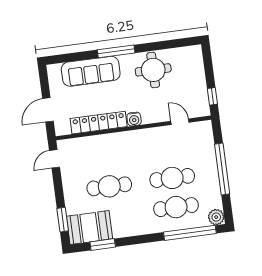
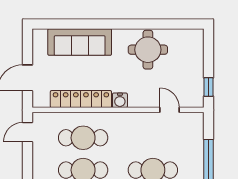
window: (116, 51) -> (110, 24), removed
cafe table: (105, 157) -> (83, 138), added

